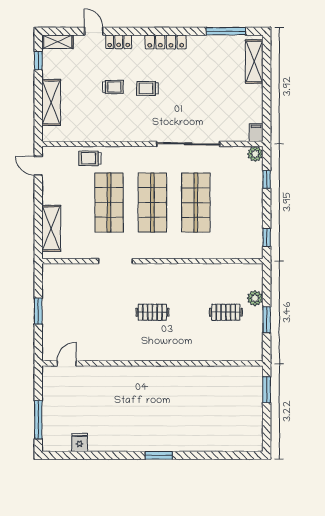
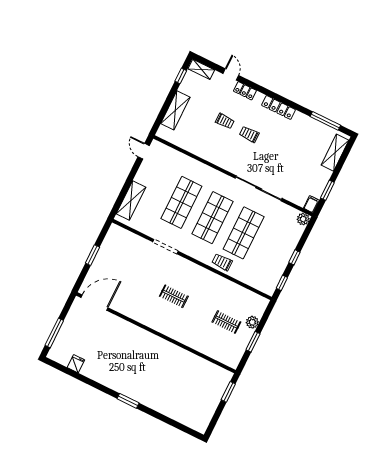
window: (267, 108) -> (327, 190), added
trolley: (90, 158) -> (222, 262), moved
window: (267, 180) -> (294, 257), moved
door: (67, 363) -> (95, 303), width x1.88

